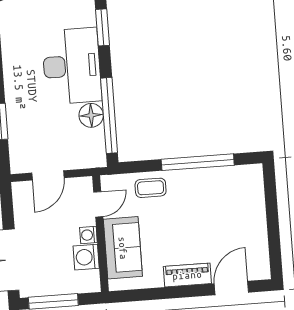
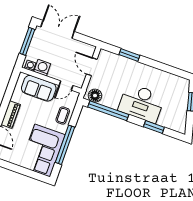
floor lamp: (91, 115) -> (95, 96), moved
corner sofa: (224, 195) -> (43, 150), added
door: (98, 204) -> (66, 86), hinge flipped
washing machine: (88, 235) -> (30, 66), moved

